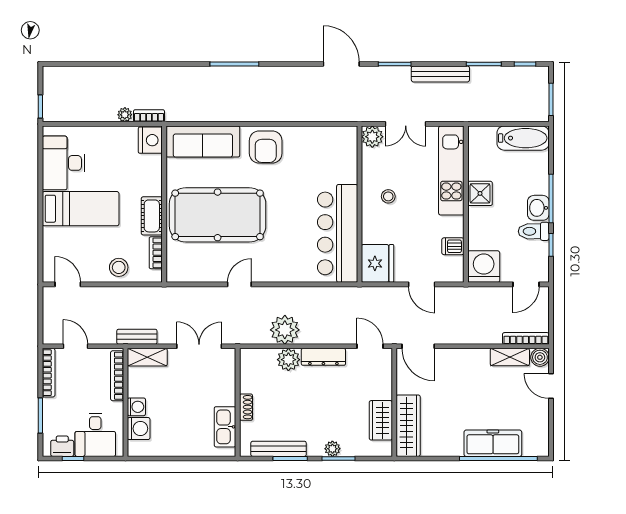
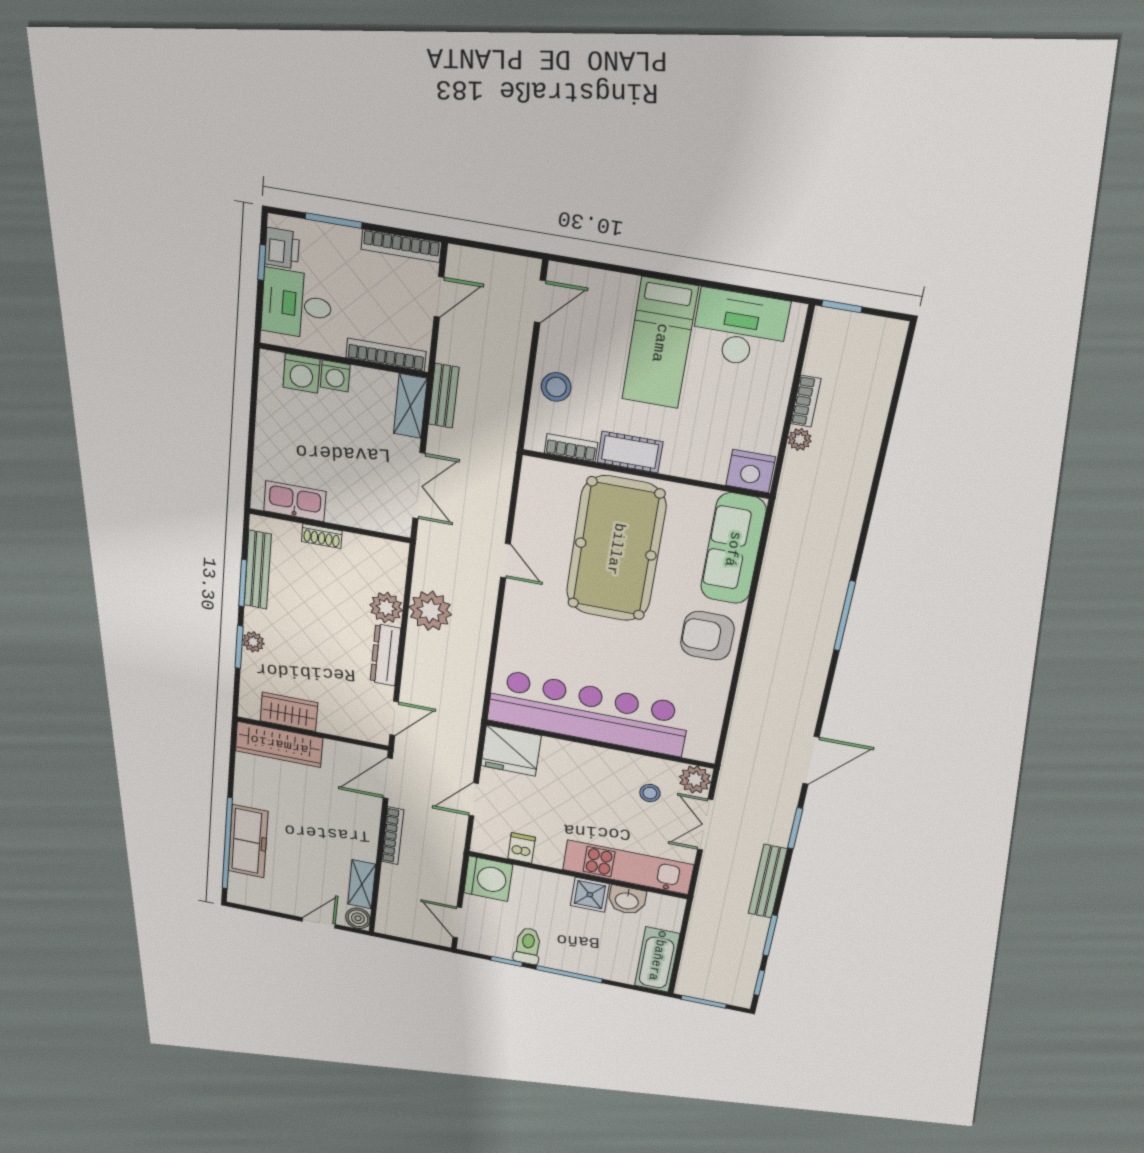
bookcase: (149, 116) -> (806, 401), moved
stool: (388, 196) -> (650, 793), moved
washbasin: (538, 208) -> (627, 900), moved, turned 180
bar counter: (338, 233) -> (588, 713), width x1.36
bookcase: (526, 338) -> (393, 836), moved

